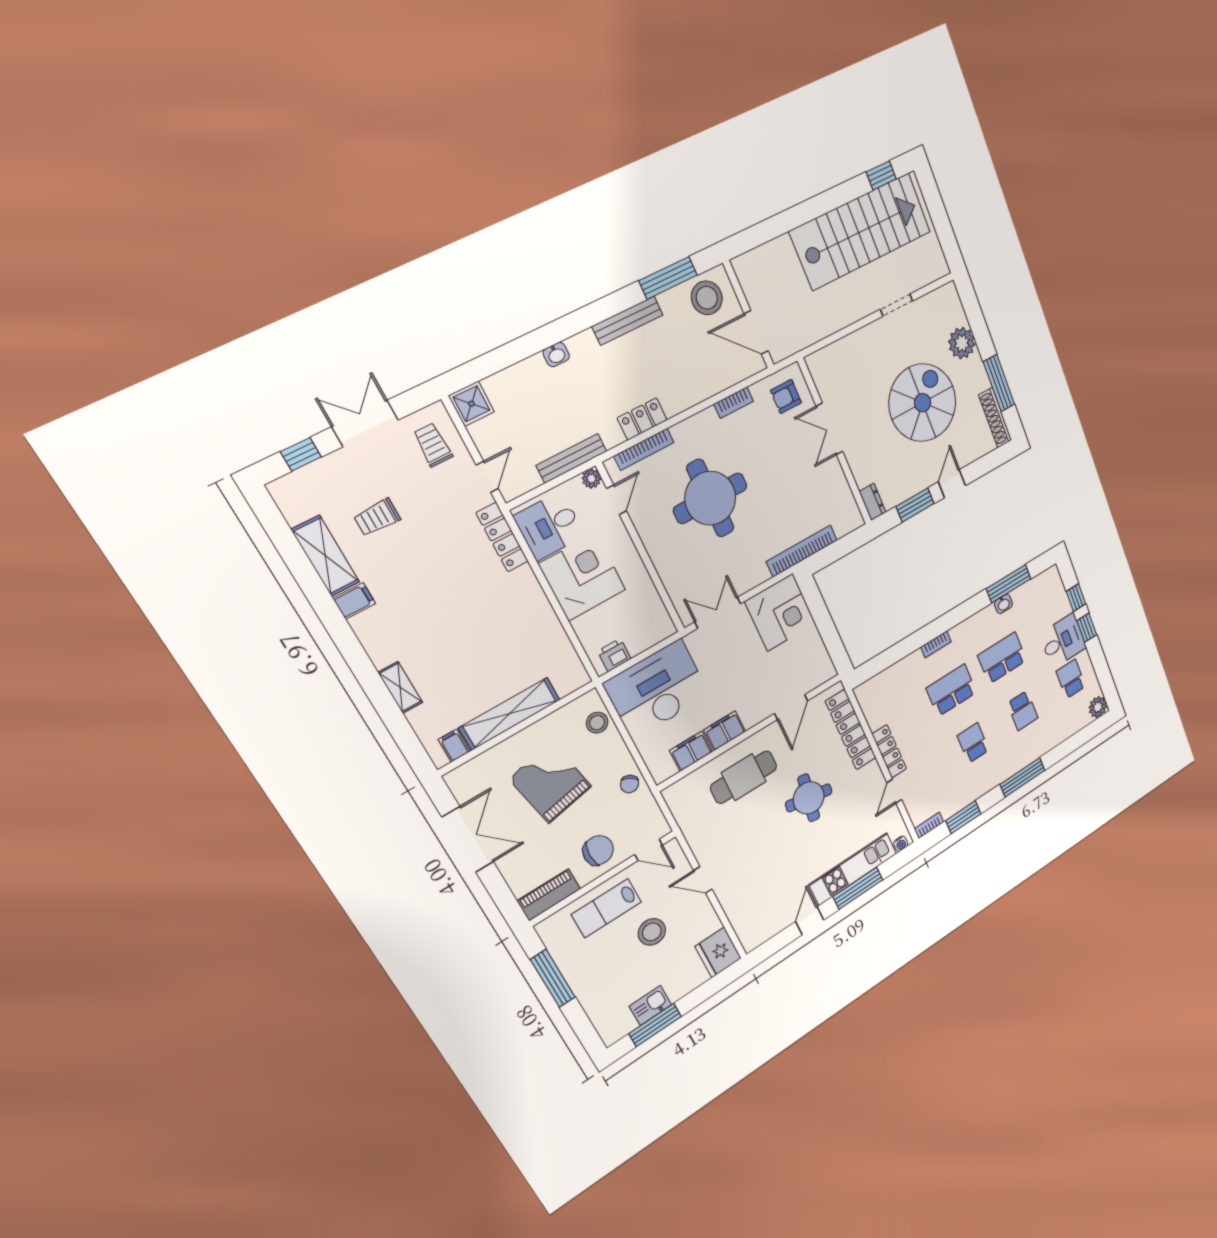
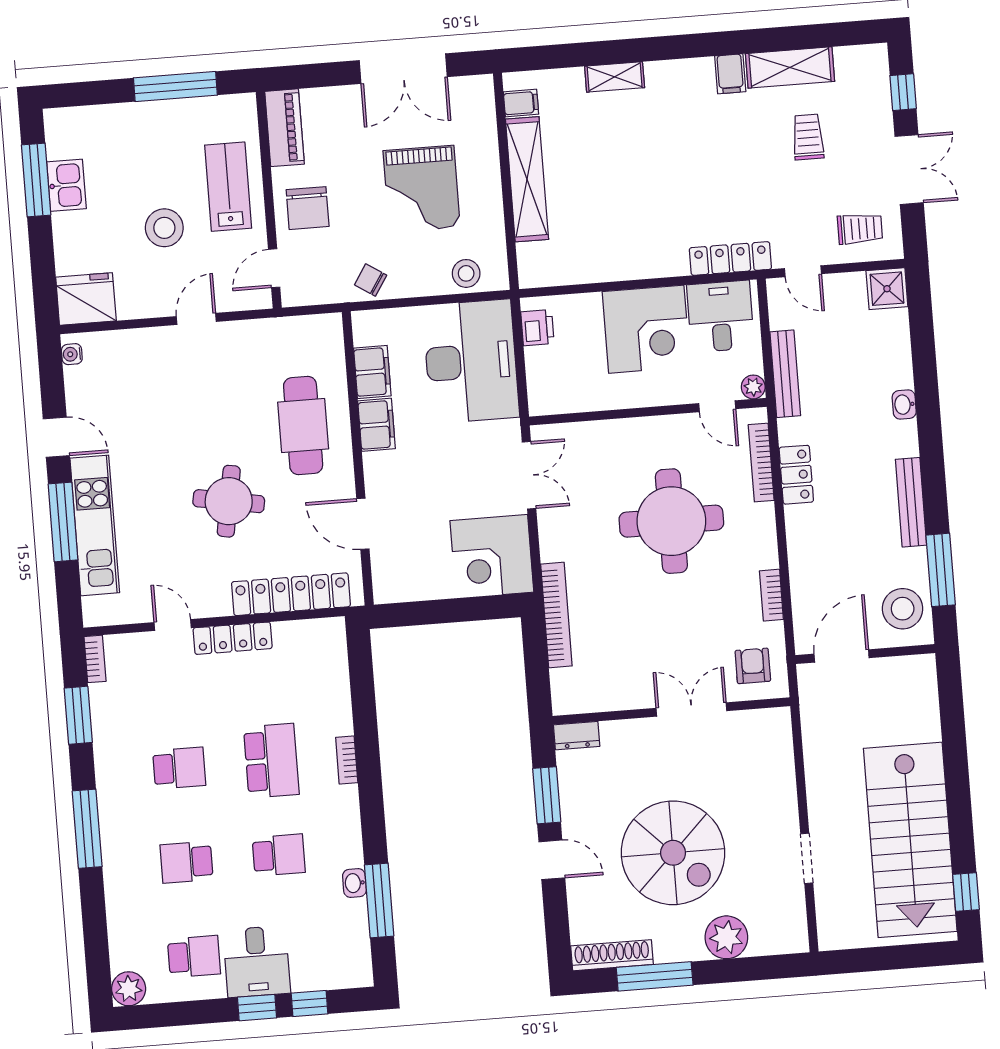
school desk: (1002, 658) -> (279, 855), width x0.54
grand piano: (550, 783) -> (422, 189), turned 101
water cooler: (901, 844) -> (72, 354), moved

